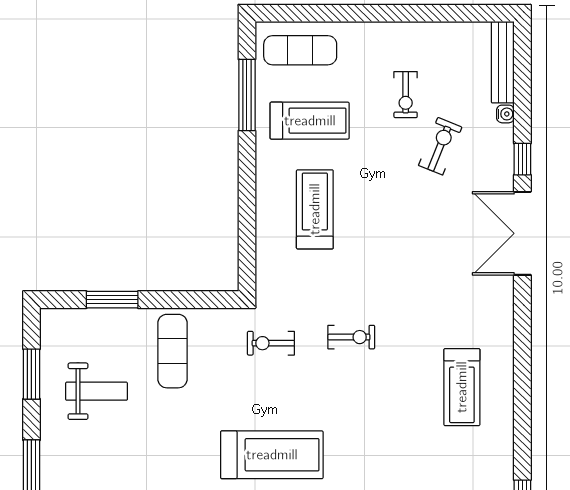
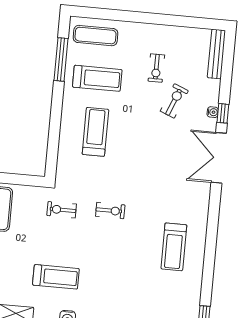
water cooler: (505, 114) -> (213, 112), moved
treadmill: (272, 455) -> (56, 277), width x0.73, depth x0.73

